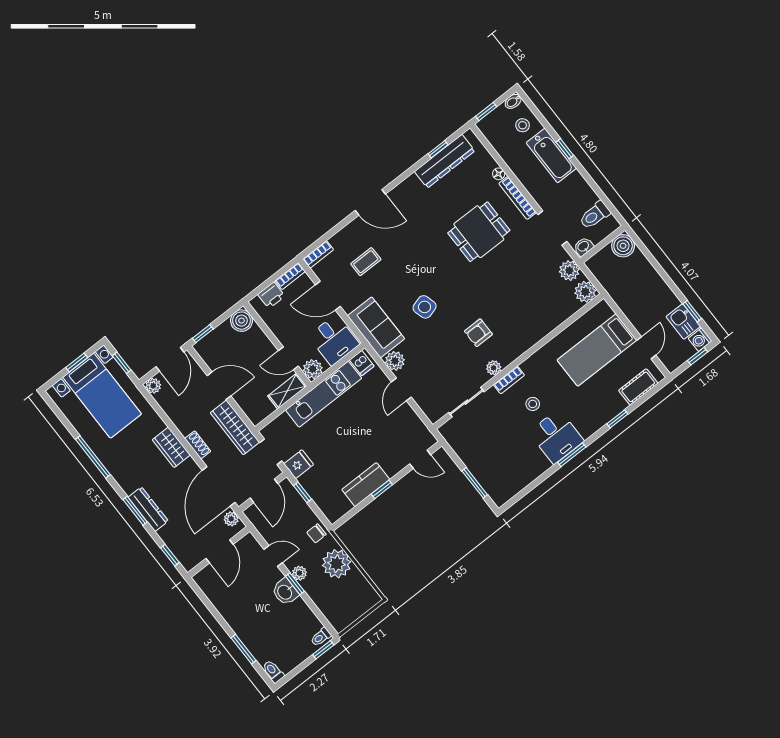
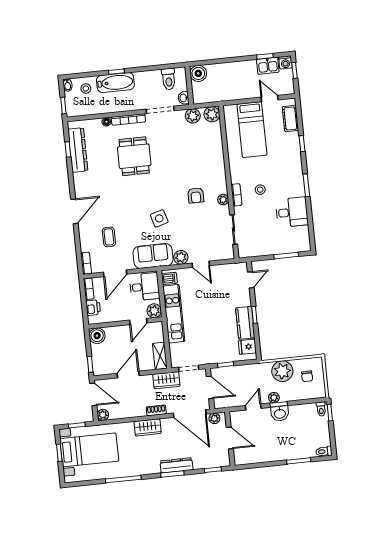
shelving: (287, 391) -> (160, 356), moved
wardrobe: (235, 427) -> (166, 380), width x0.67
desk: (556, 437) -> (292, 212), moved
fridge: (299, 464) -> (247, 347), moved, turned -90
chair: (317, 533) -> (307, 376), moved

